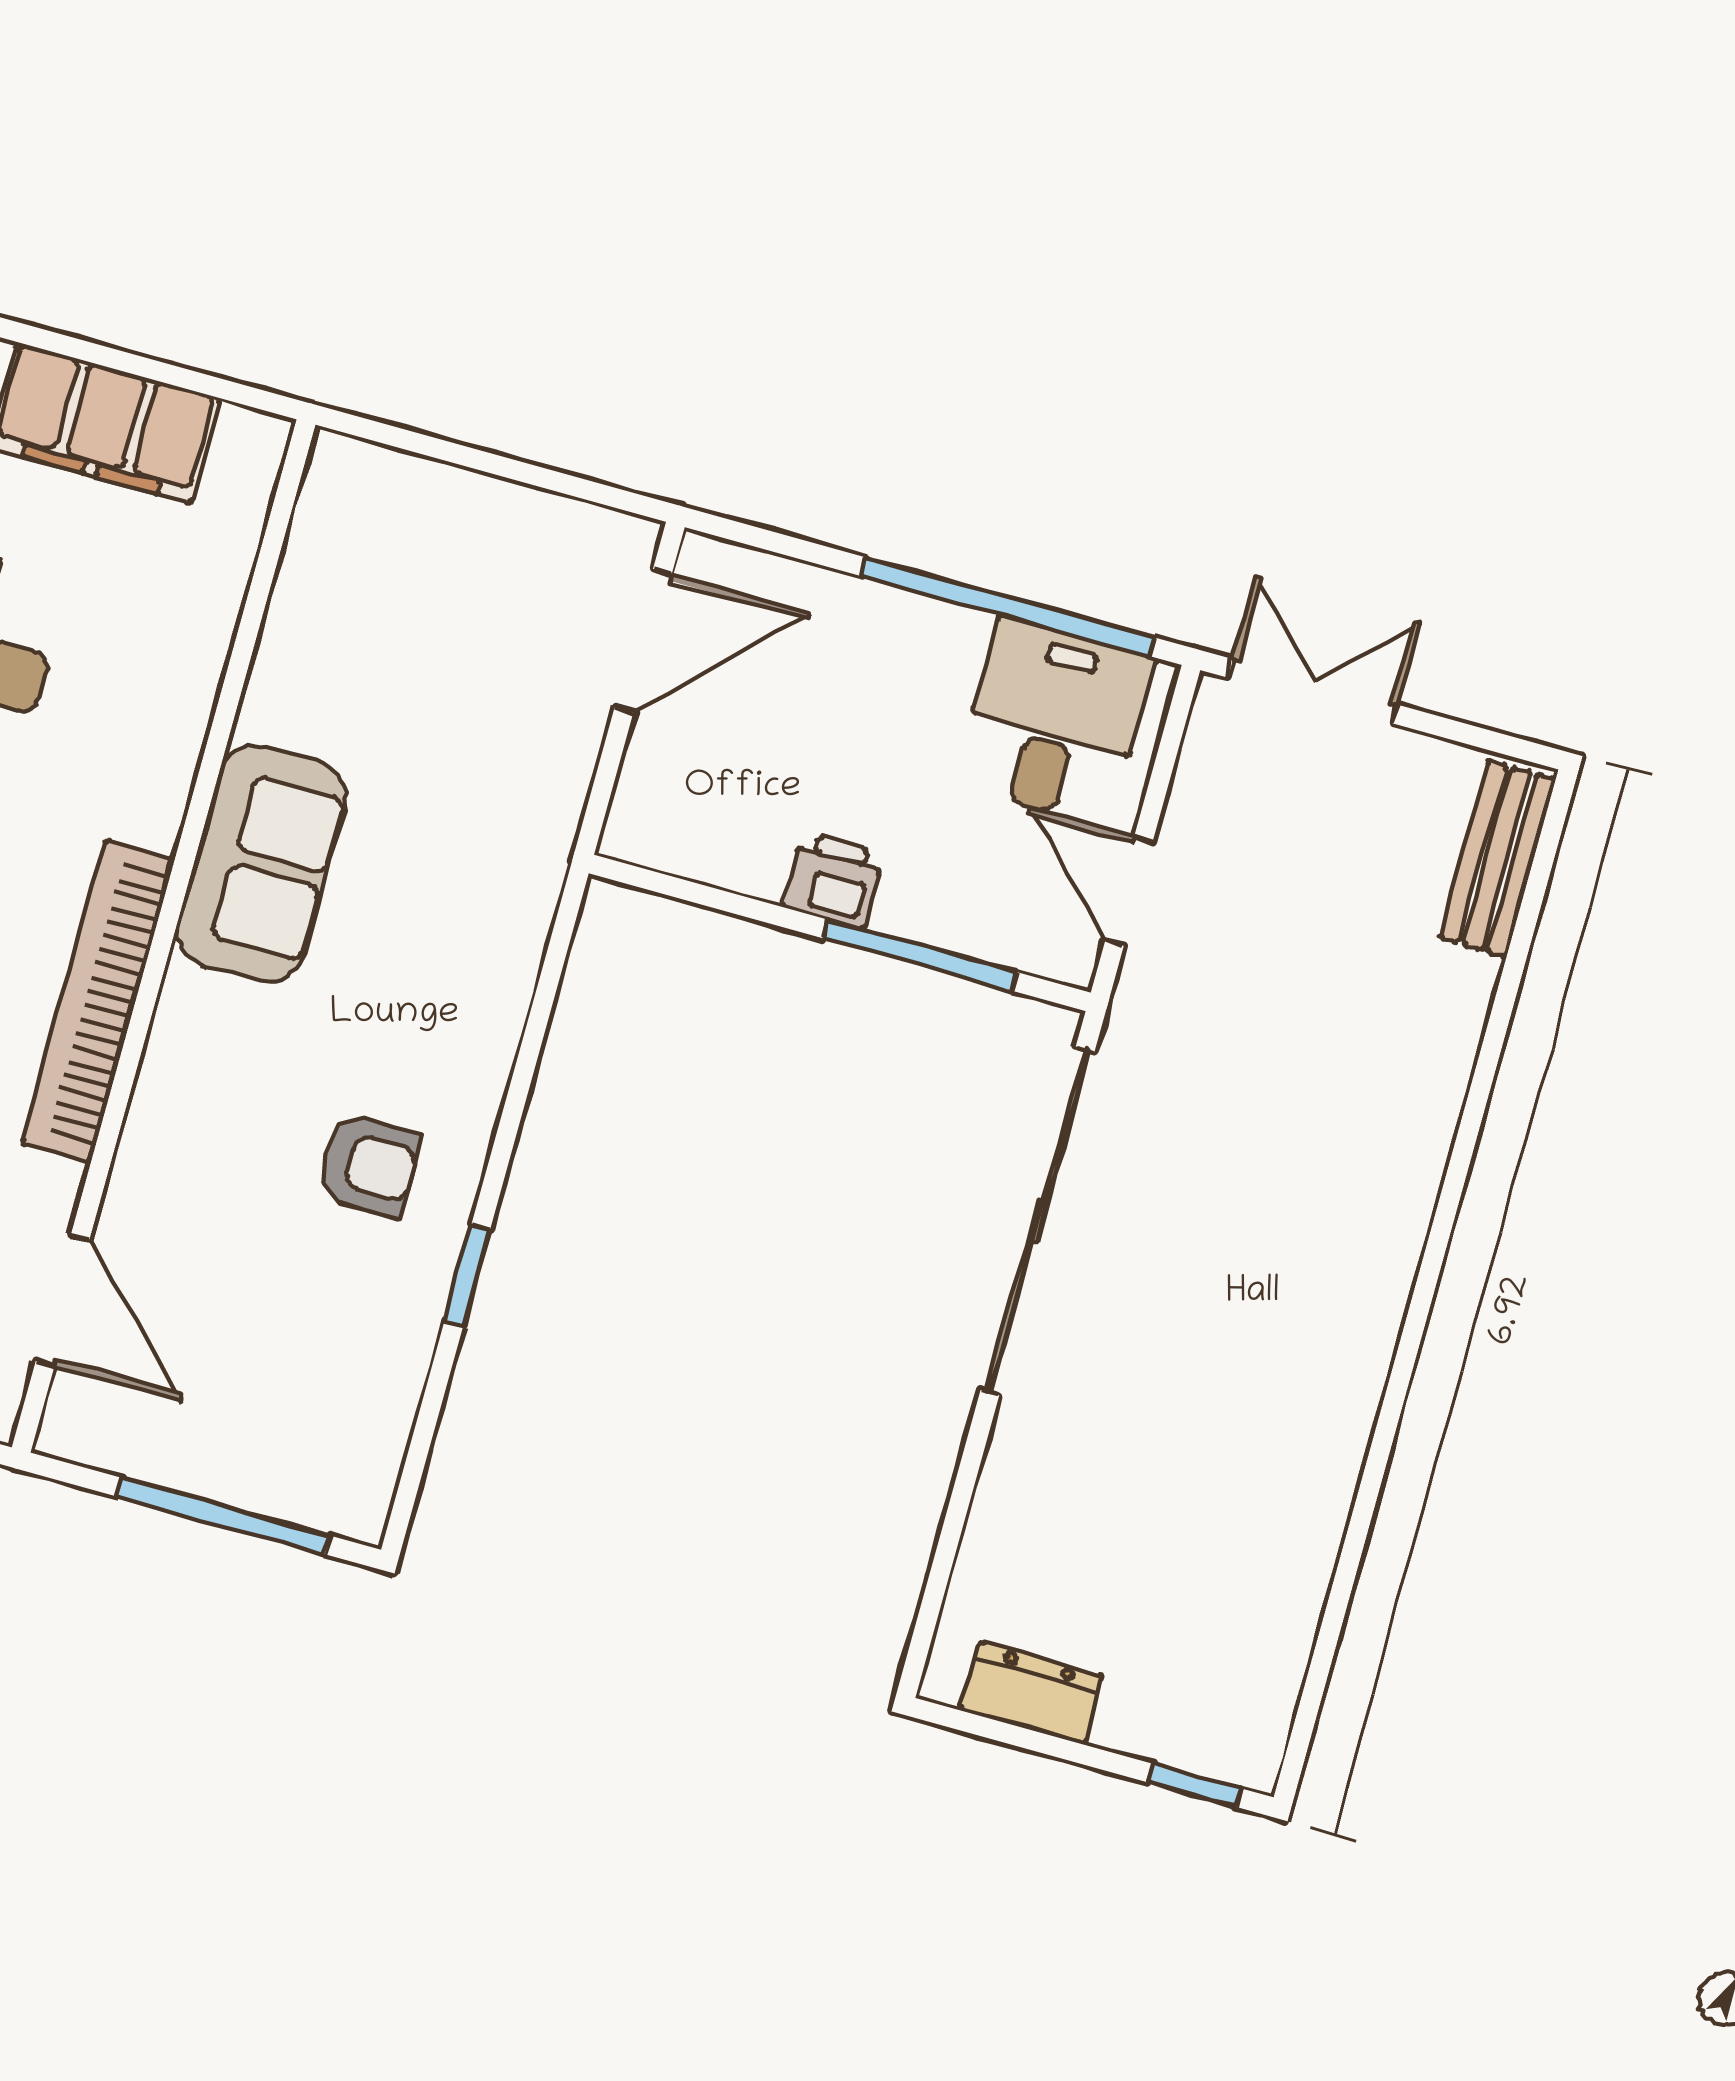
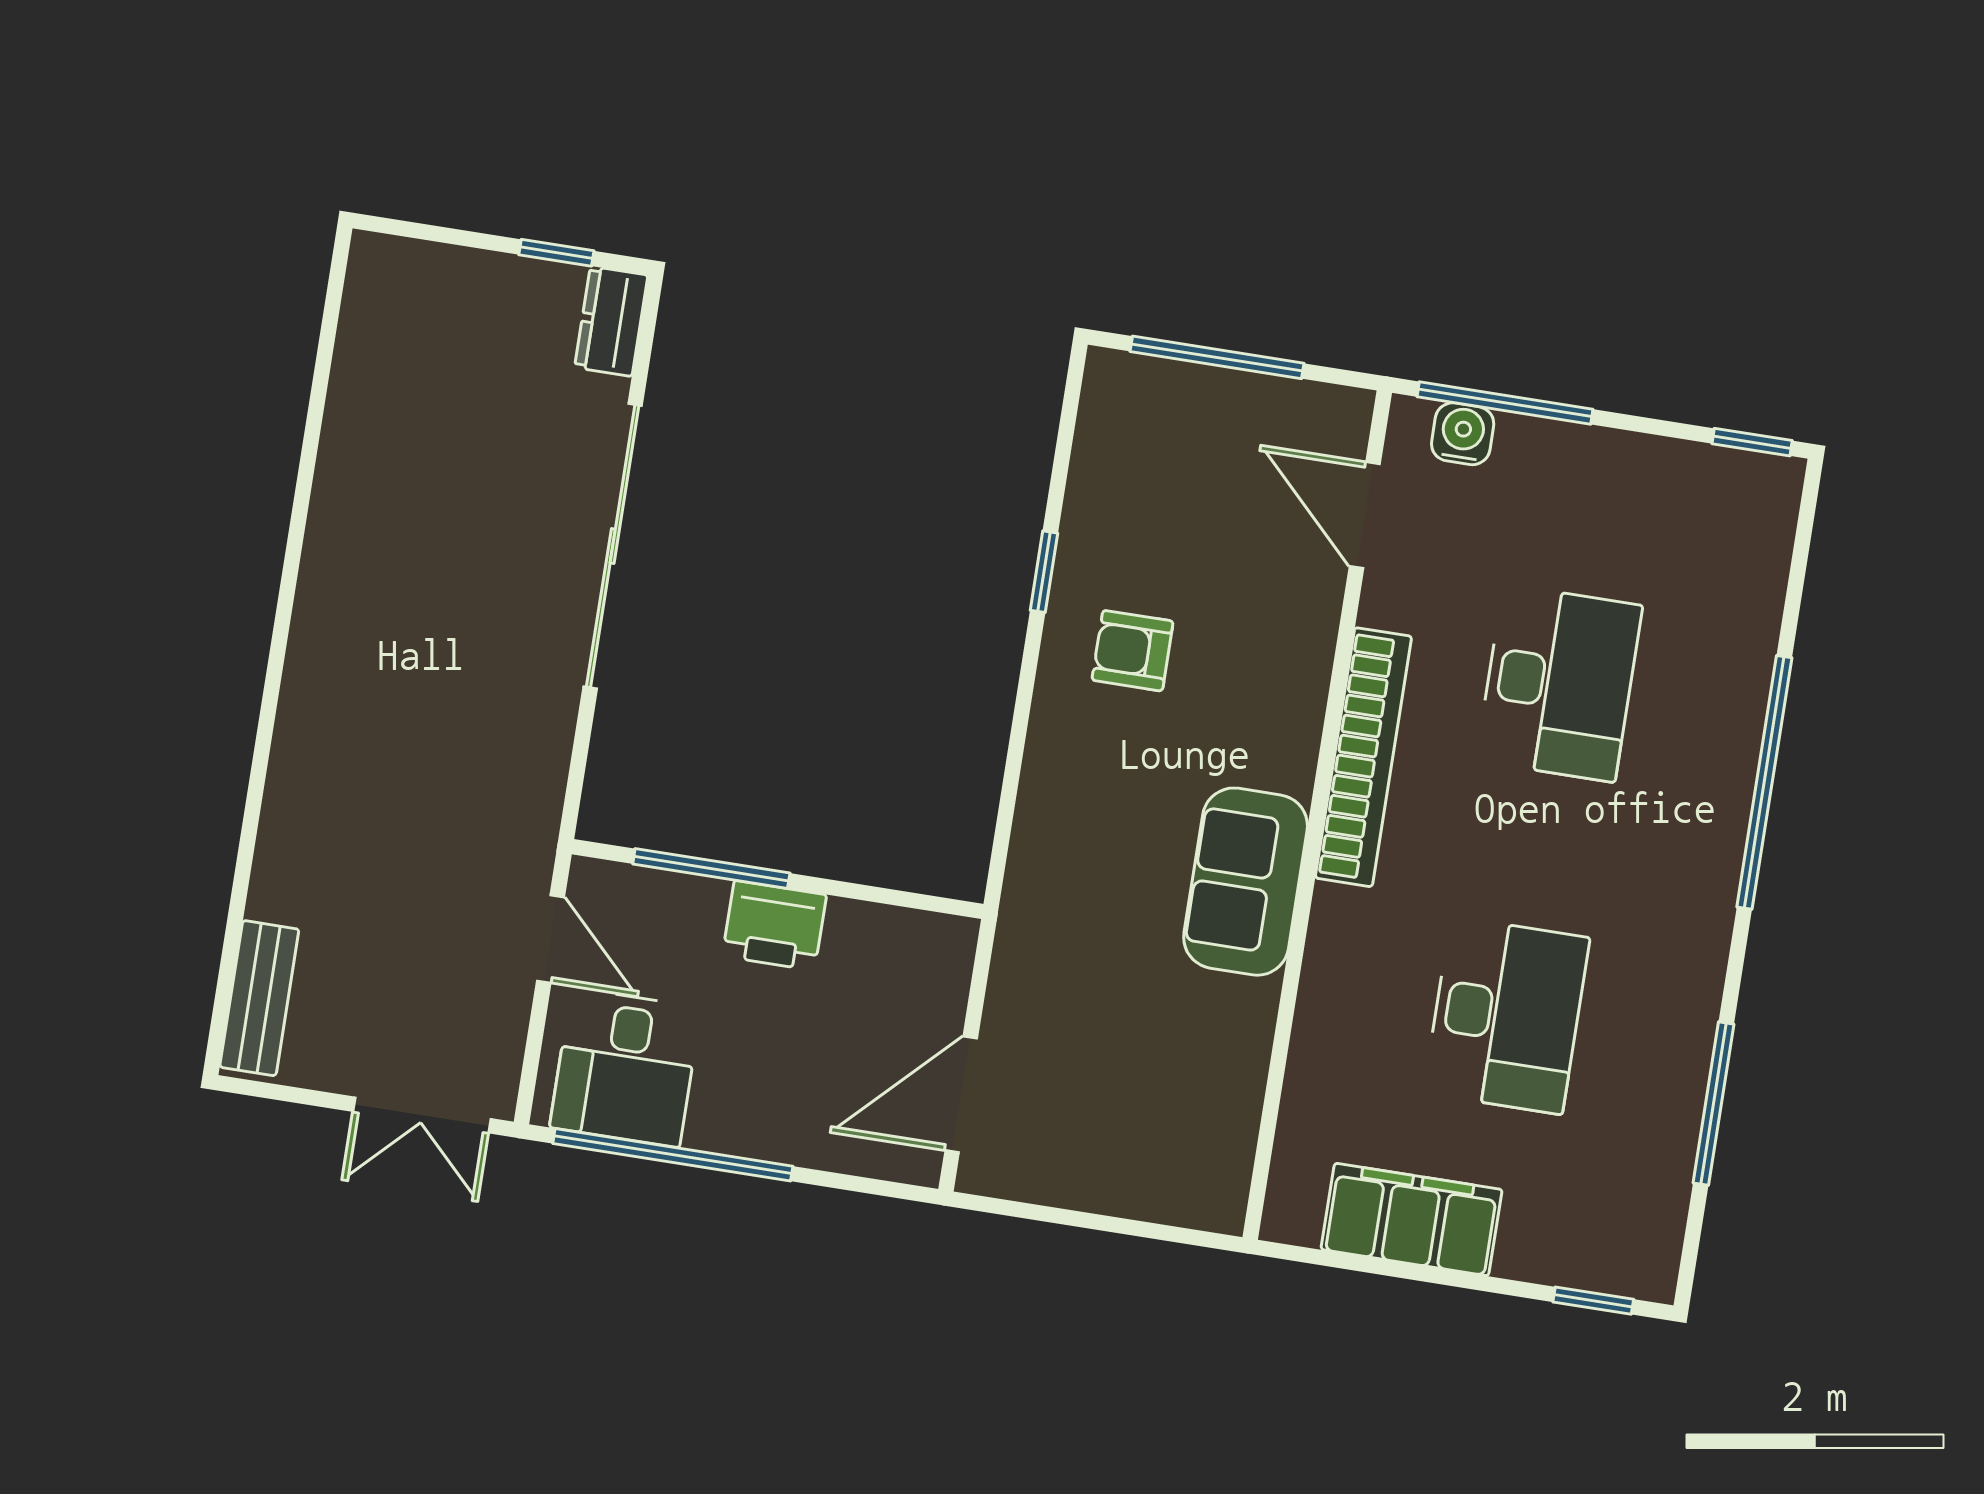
printer: (833, 881) -> (774, 925), width x1.36, depth x1.24
sliding door: (1038, 1221) -> (613, 546), moved
dresser: (1032, 1693) -> (611, 321), moved, turned 90
window: (1195, 1785) -> (556, 253), moved

